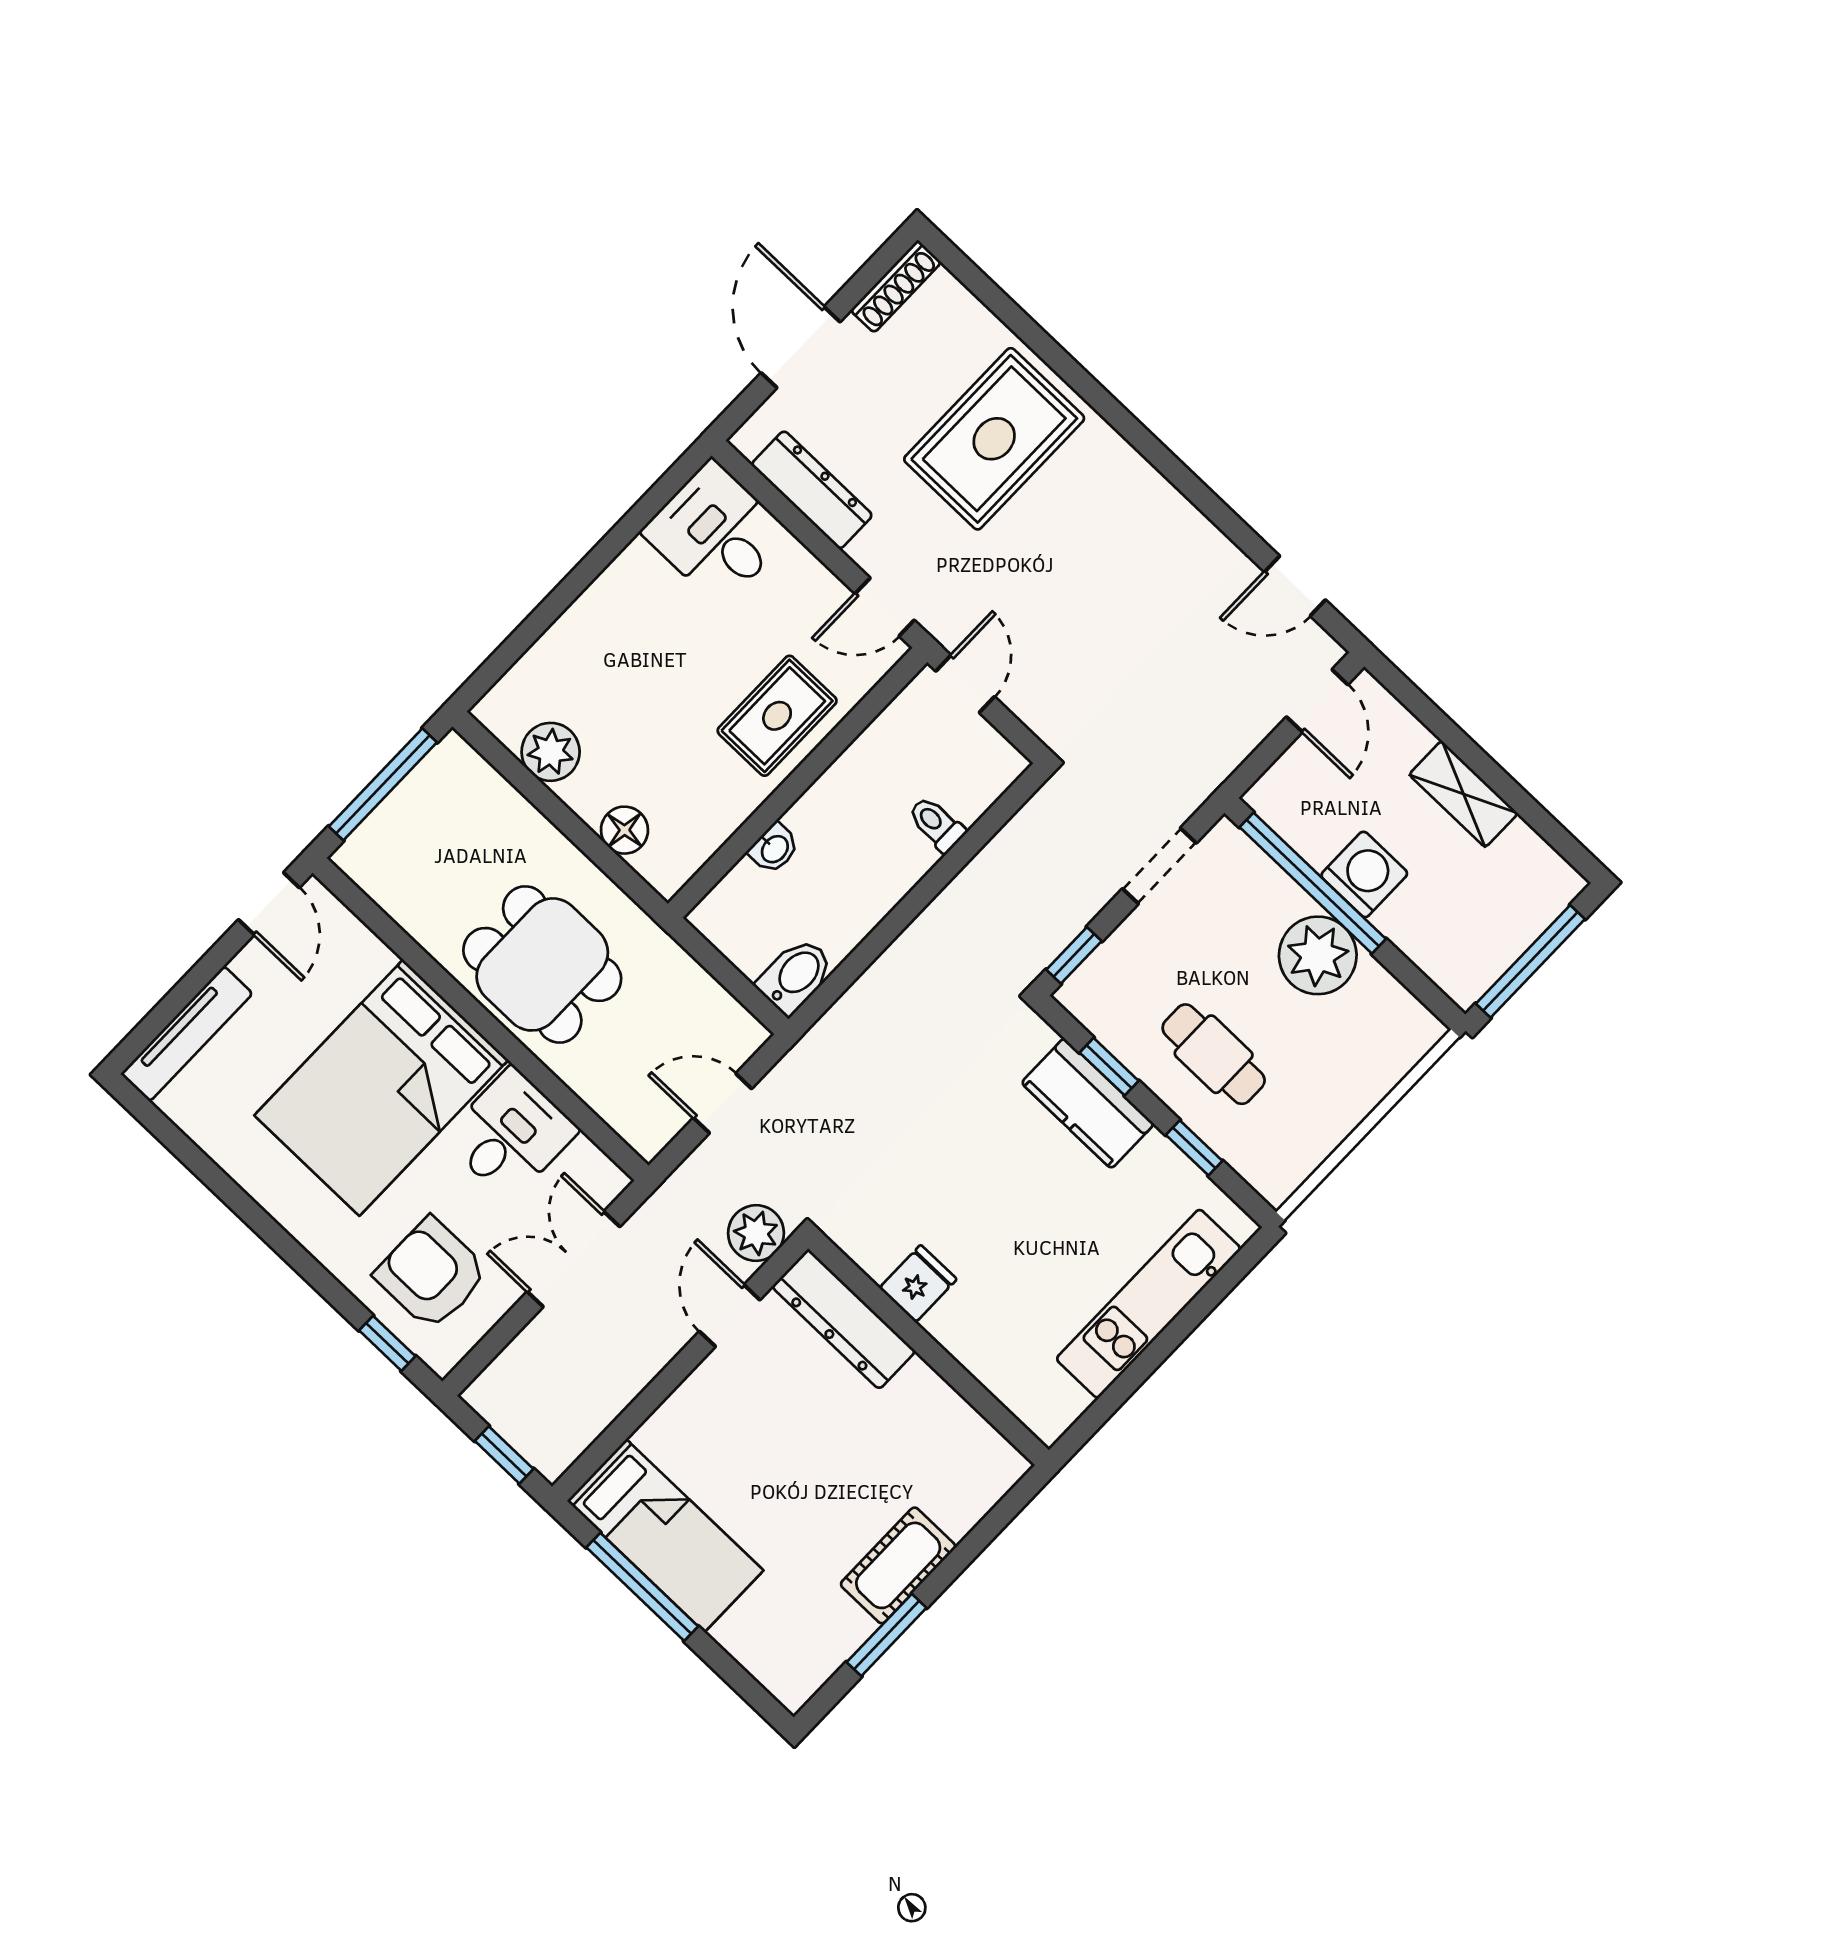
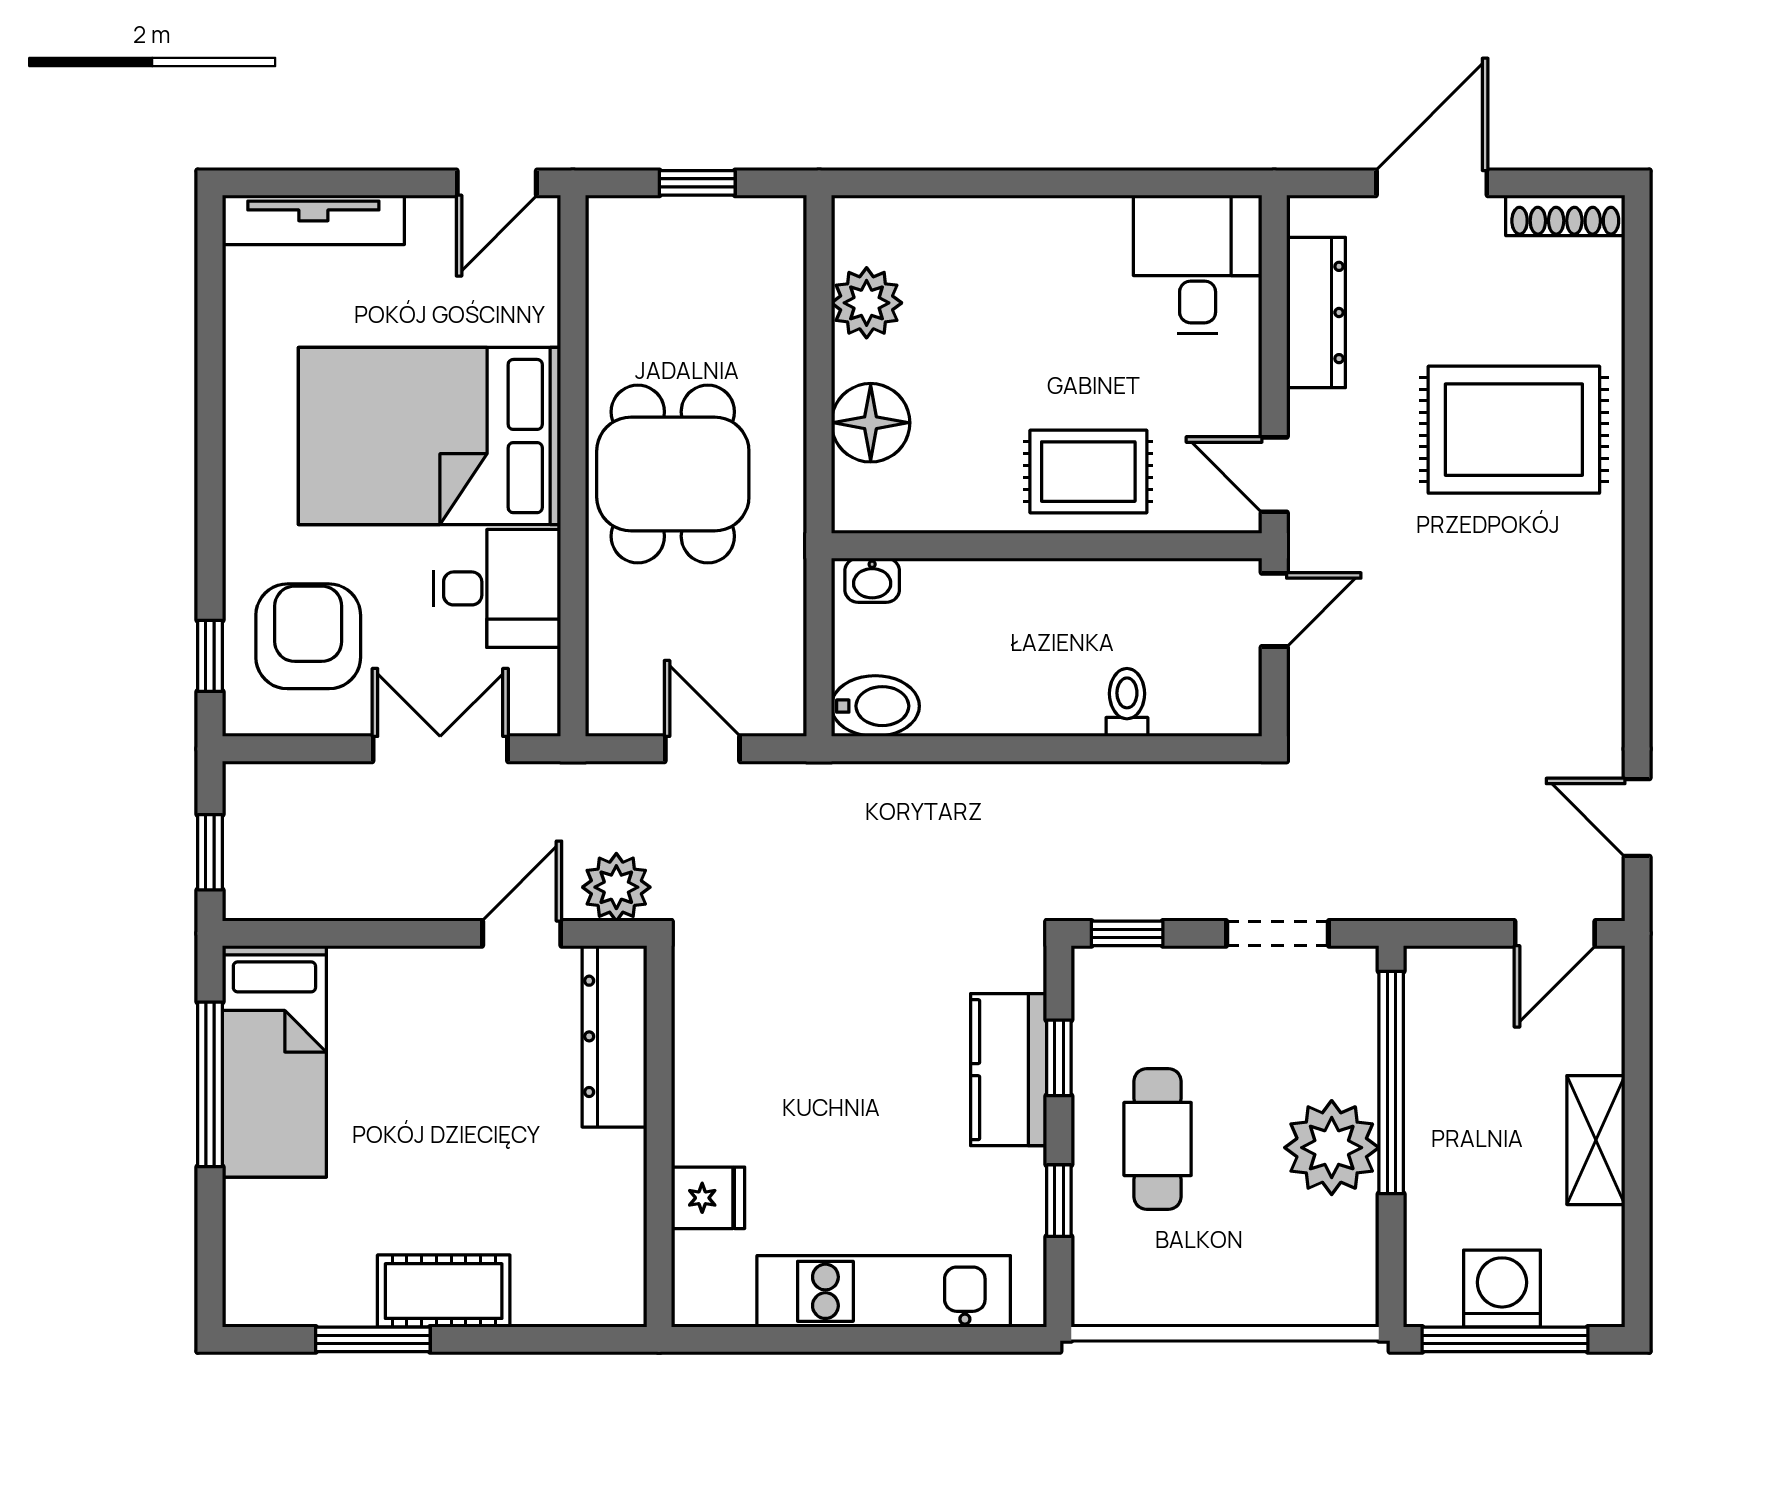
window: (383, 784) -> (697, 183), width x0.46
floor lamp: (624, 830) -> (871, 423), width x1.38, depth x1.38
washbasin: (774, 848) -> (872, 580), moved
washing machine: (1364, 874) -> (1502, 1289), moved, turned -90
fridge: (918, 1284) -> (708, 1198), moved

